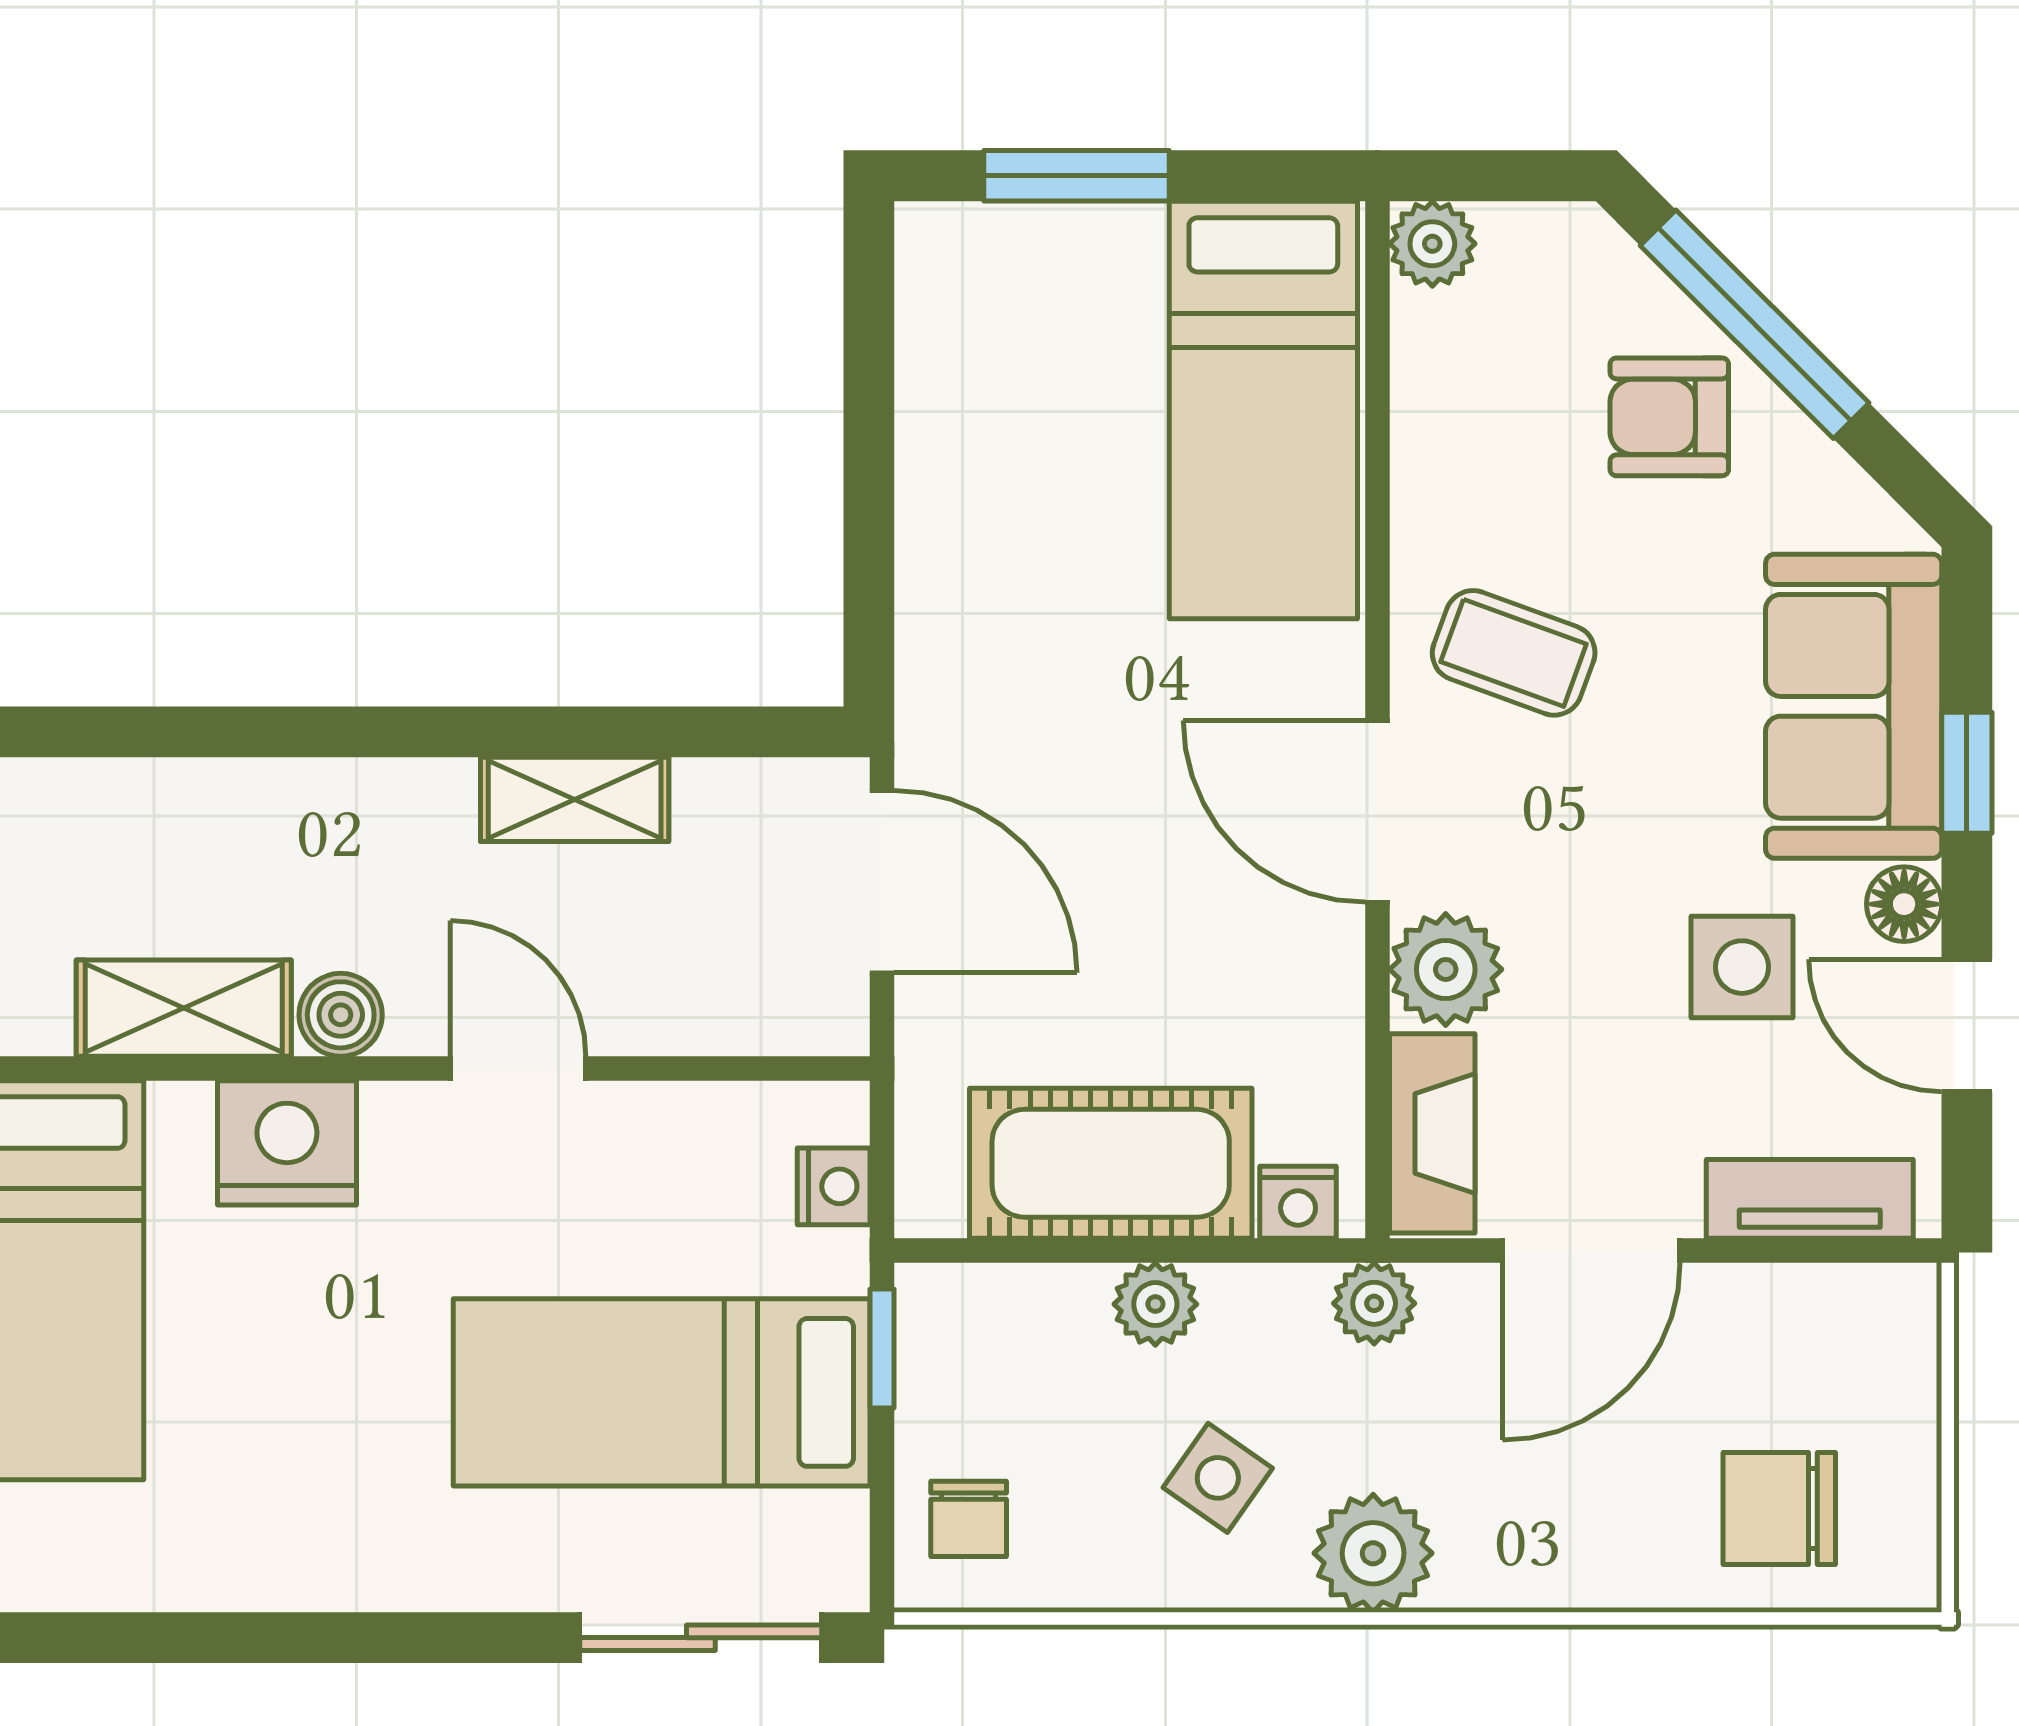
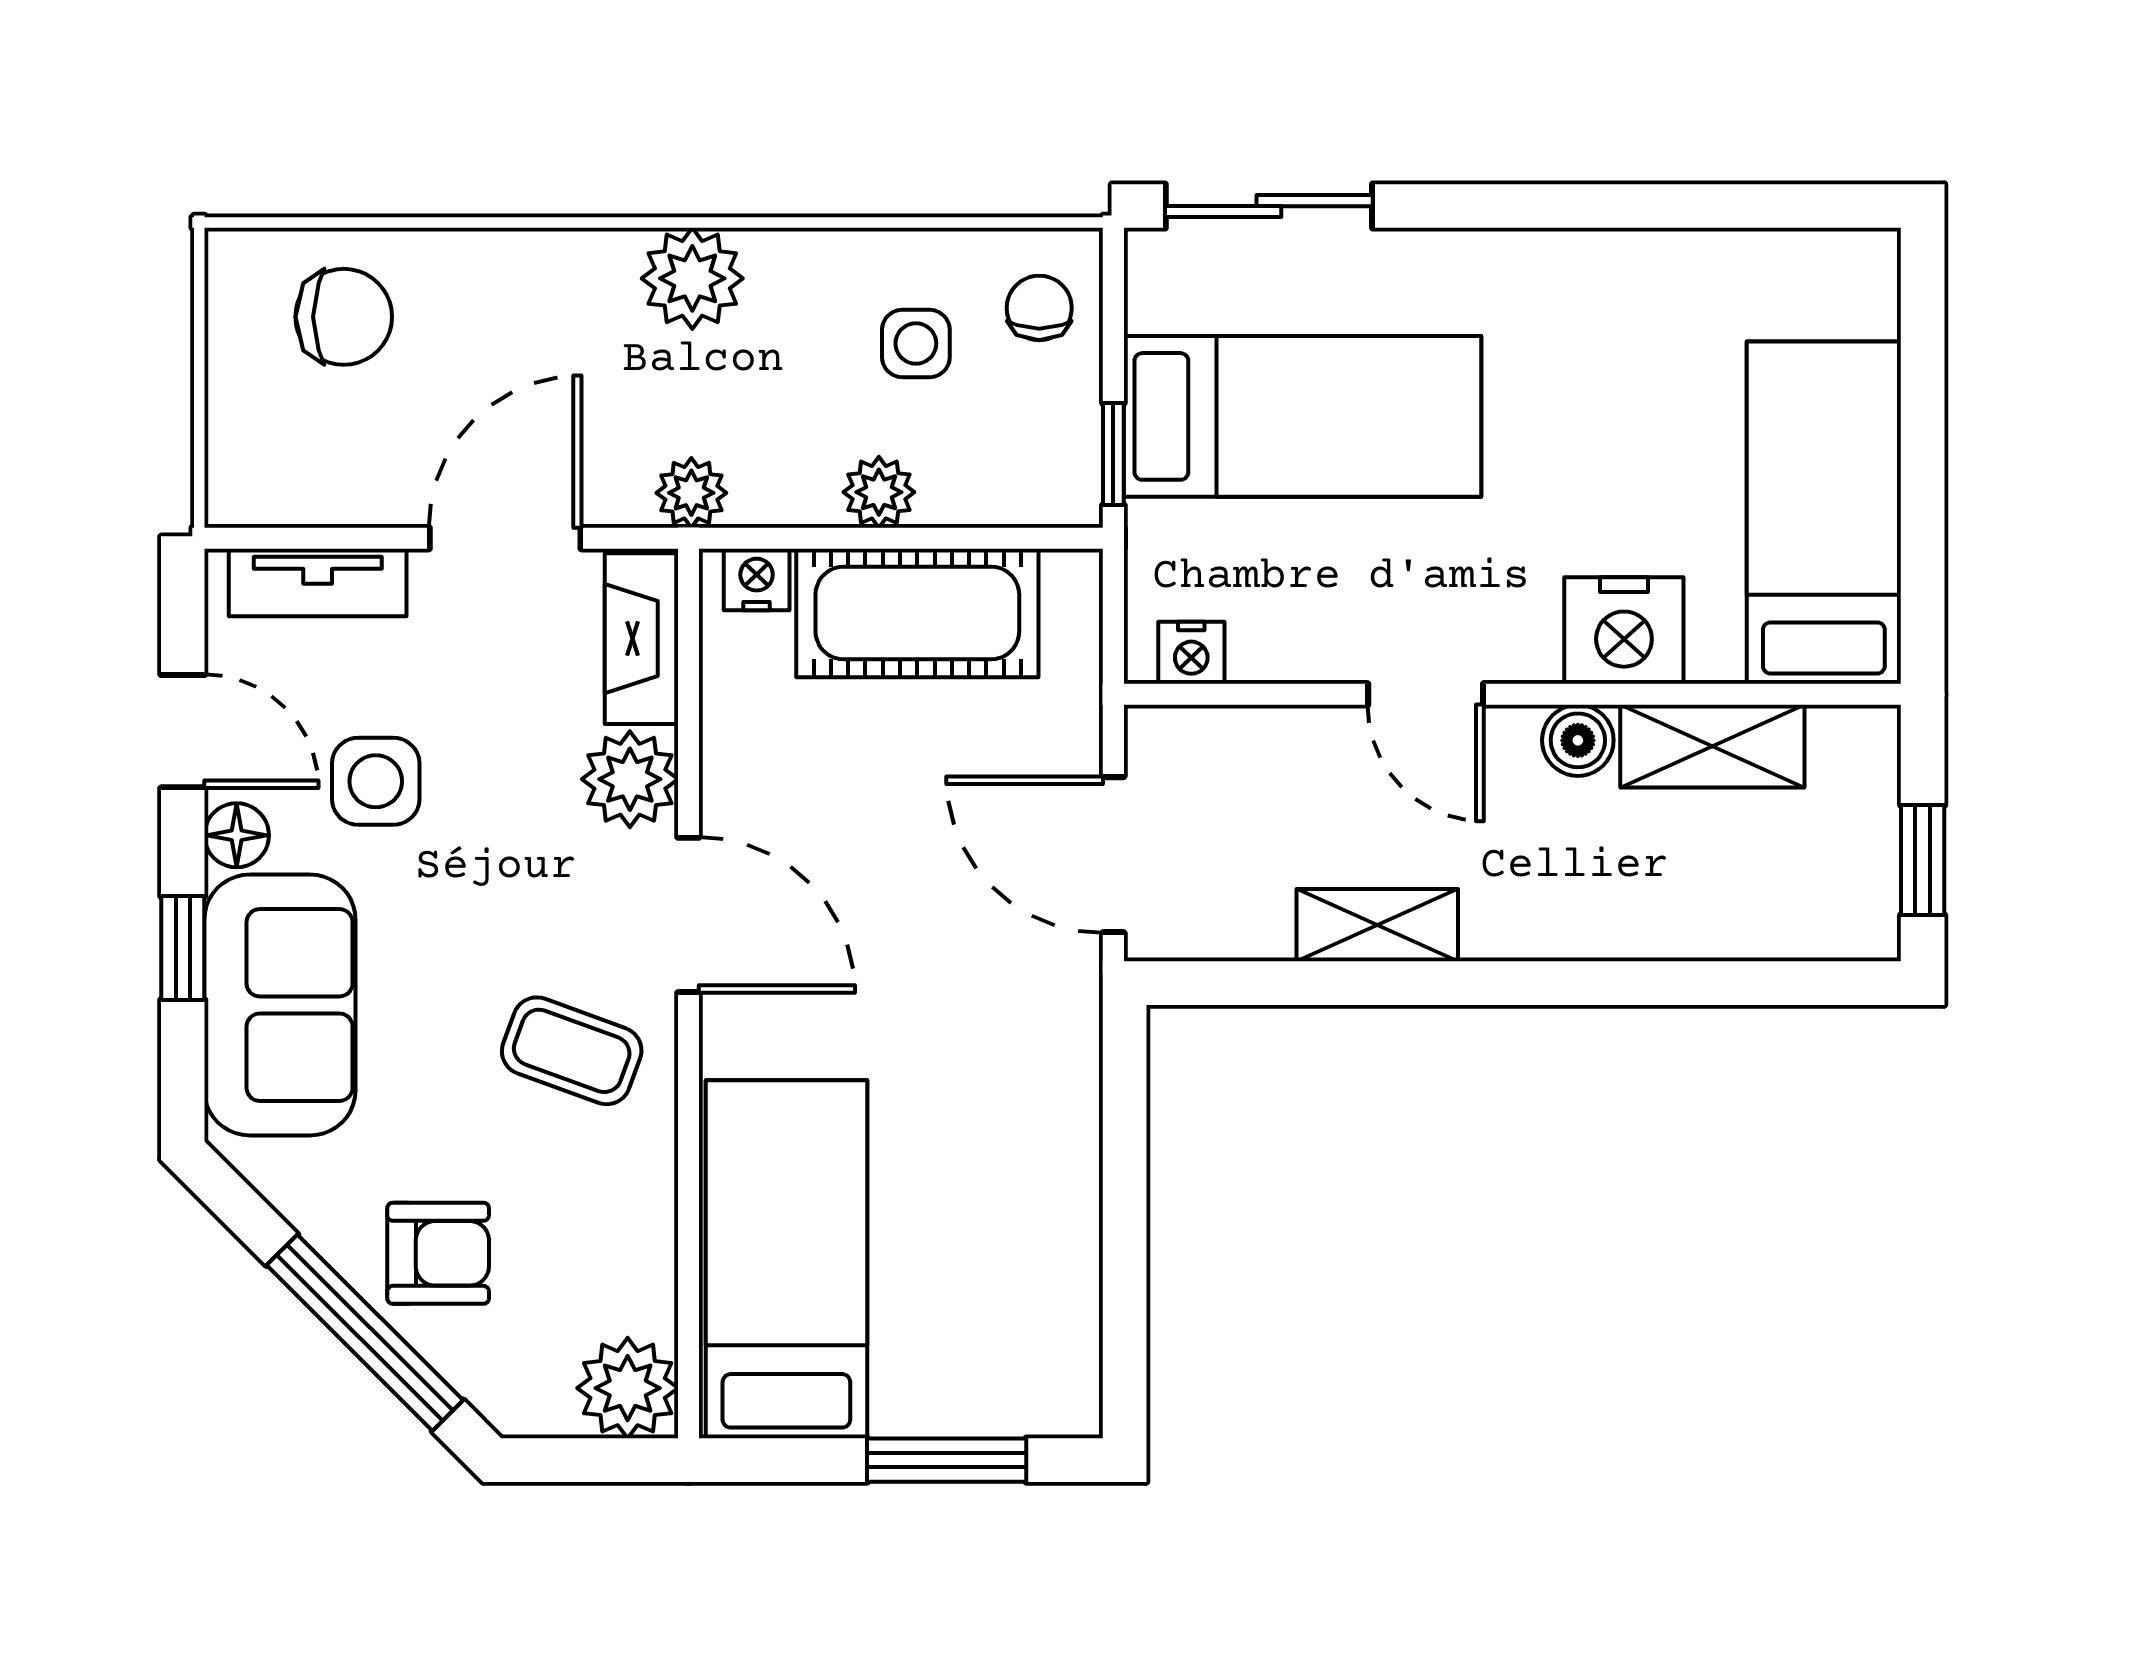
plant: (1432, 244) -> (628, 1388), width x1.38, depth x1.38
nightstand: (834, 1186) -> (1191, 653), moved, turned -90
side table: (1218, 1478) -> (916, 344), moved, turned -35

